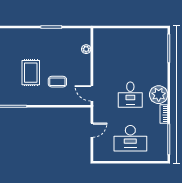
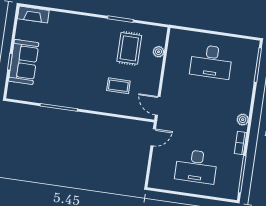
rug: (31, 73) -> (129, 48), moved
desk: (130, 95) -> (211, 62), moved, width x1.37
plant: (159, 95) -> (243, 120), width x0.53, depth x0.53
door: (92, 130) -> (153, 137), moved

